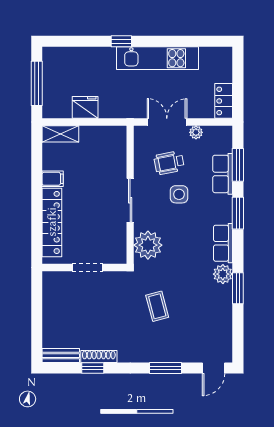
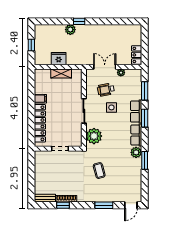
plant: (106, 56) -> (70, 30), added
kitchen unit: (158, 58) -> (99, 31), removed
window: (37, 83) -> (31, 45), width x0.46
shelving: (60, 134) -> (61, 73), moved
row of seats: (223, 174) -> (136, 112), moved

